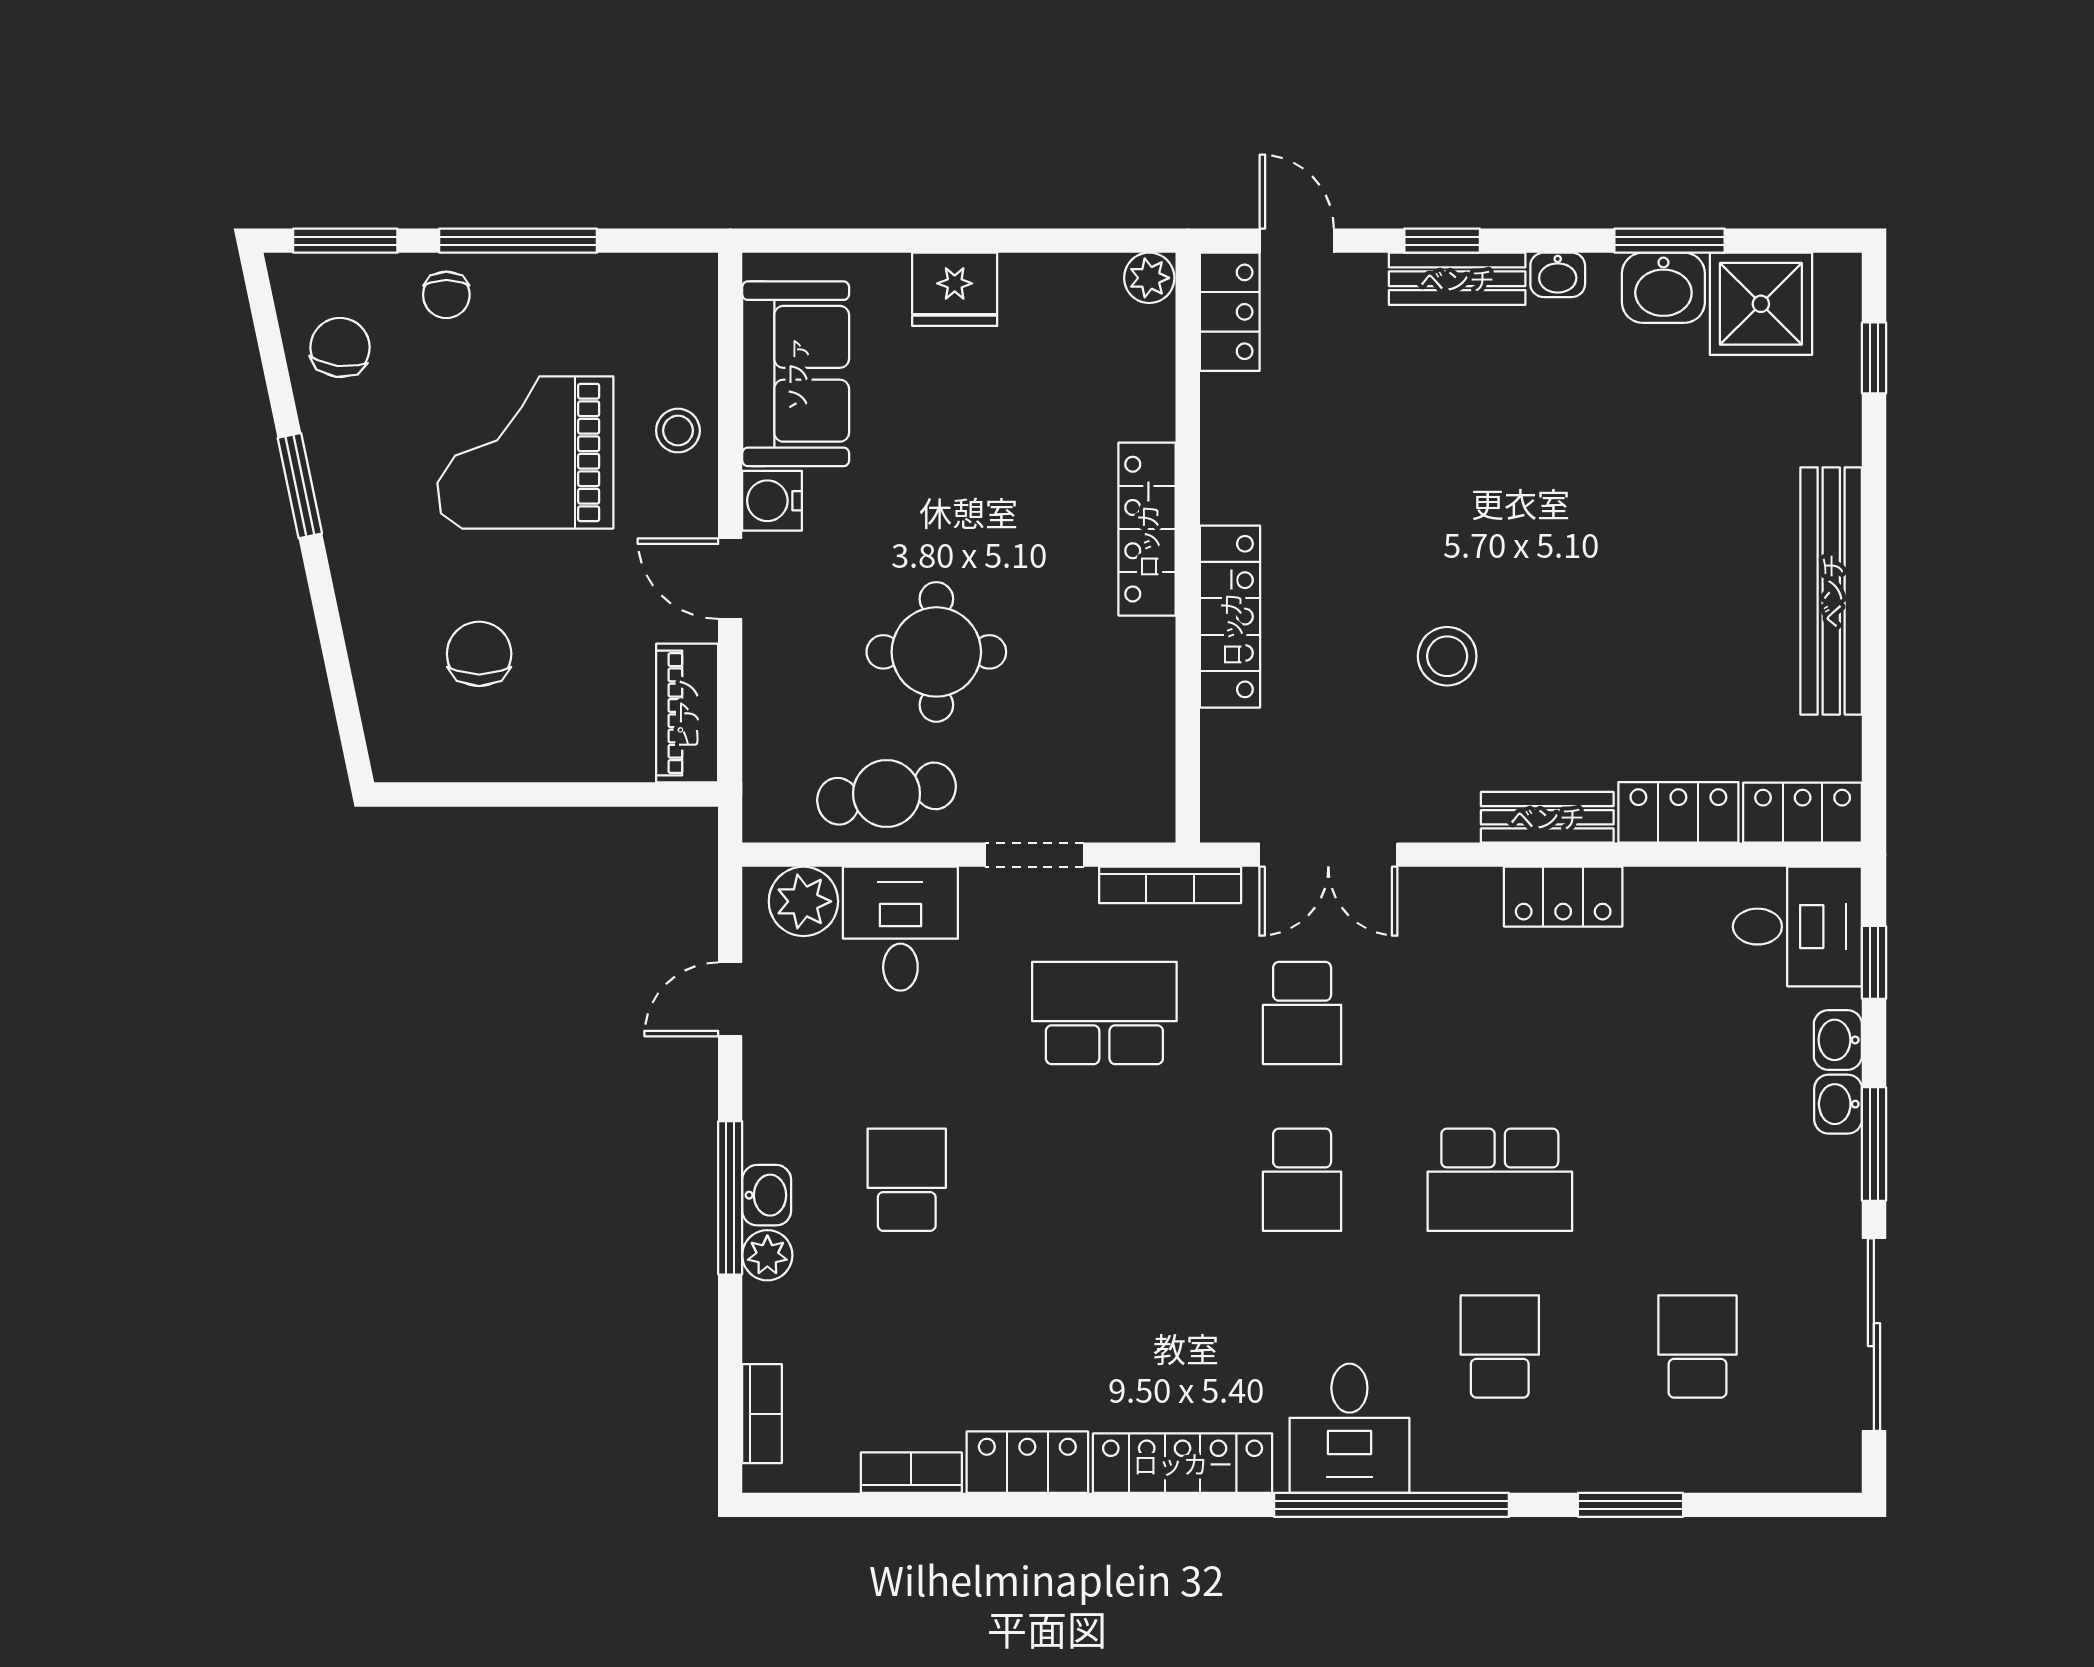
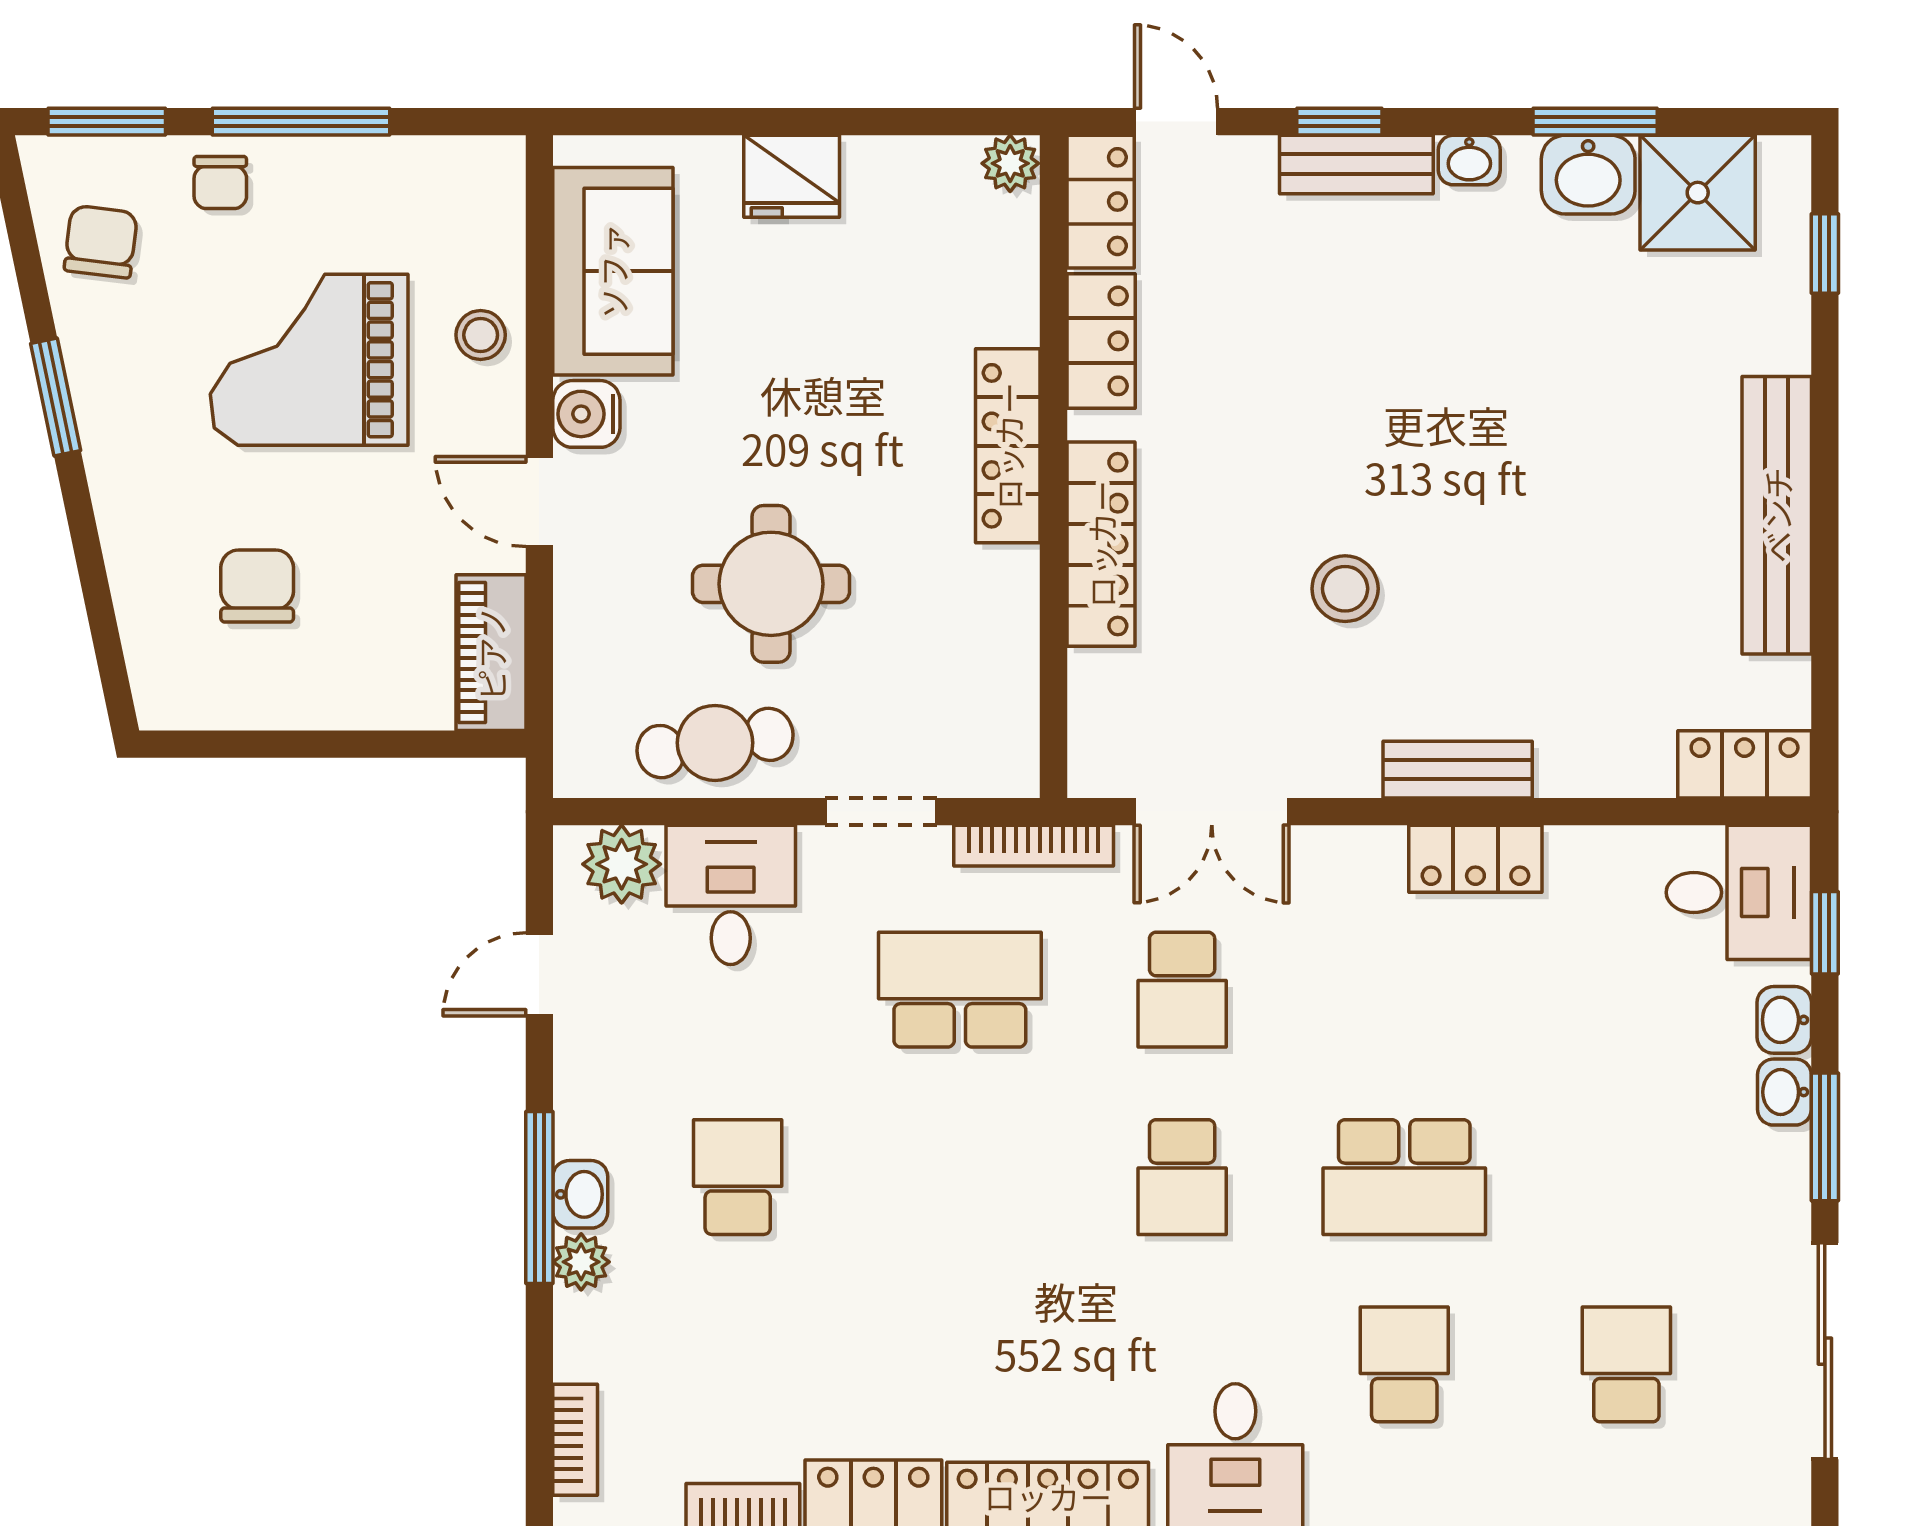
locker: (1678, 812) -> (1101, 341), moved, turned 90

